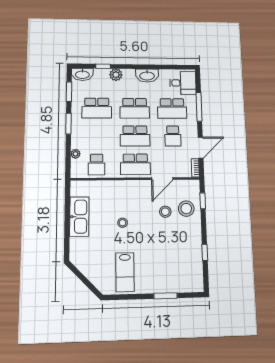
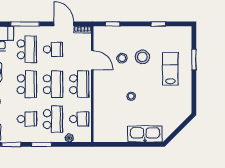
school desk: (97, 108) -> (27, 119), width x0.54
school desk: (97, 136) -> (53, 119), added
stool: (186, 209) -> (142, 57), moved
kitchen sink: (79, 217) -> (145, 134), moved
lab bench: (125, 272) -> (170, 69), moved, turned -90

